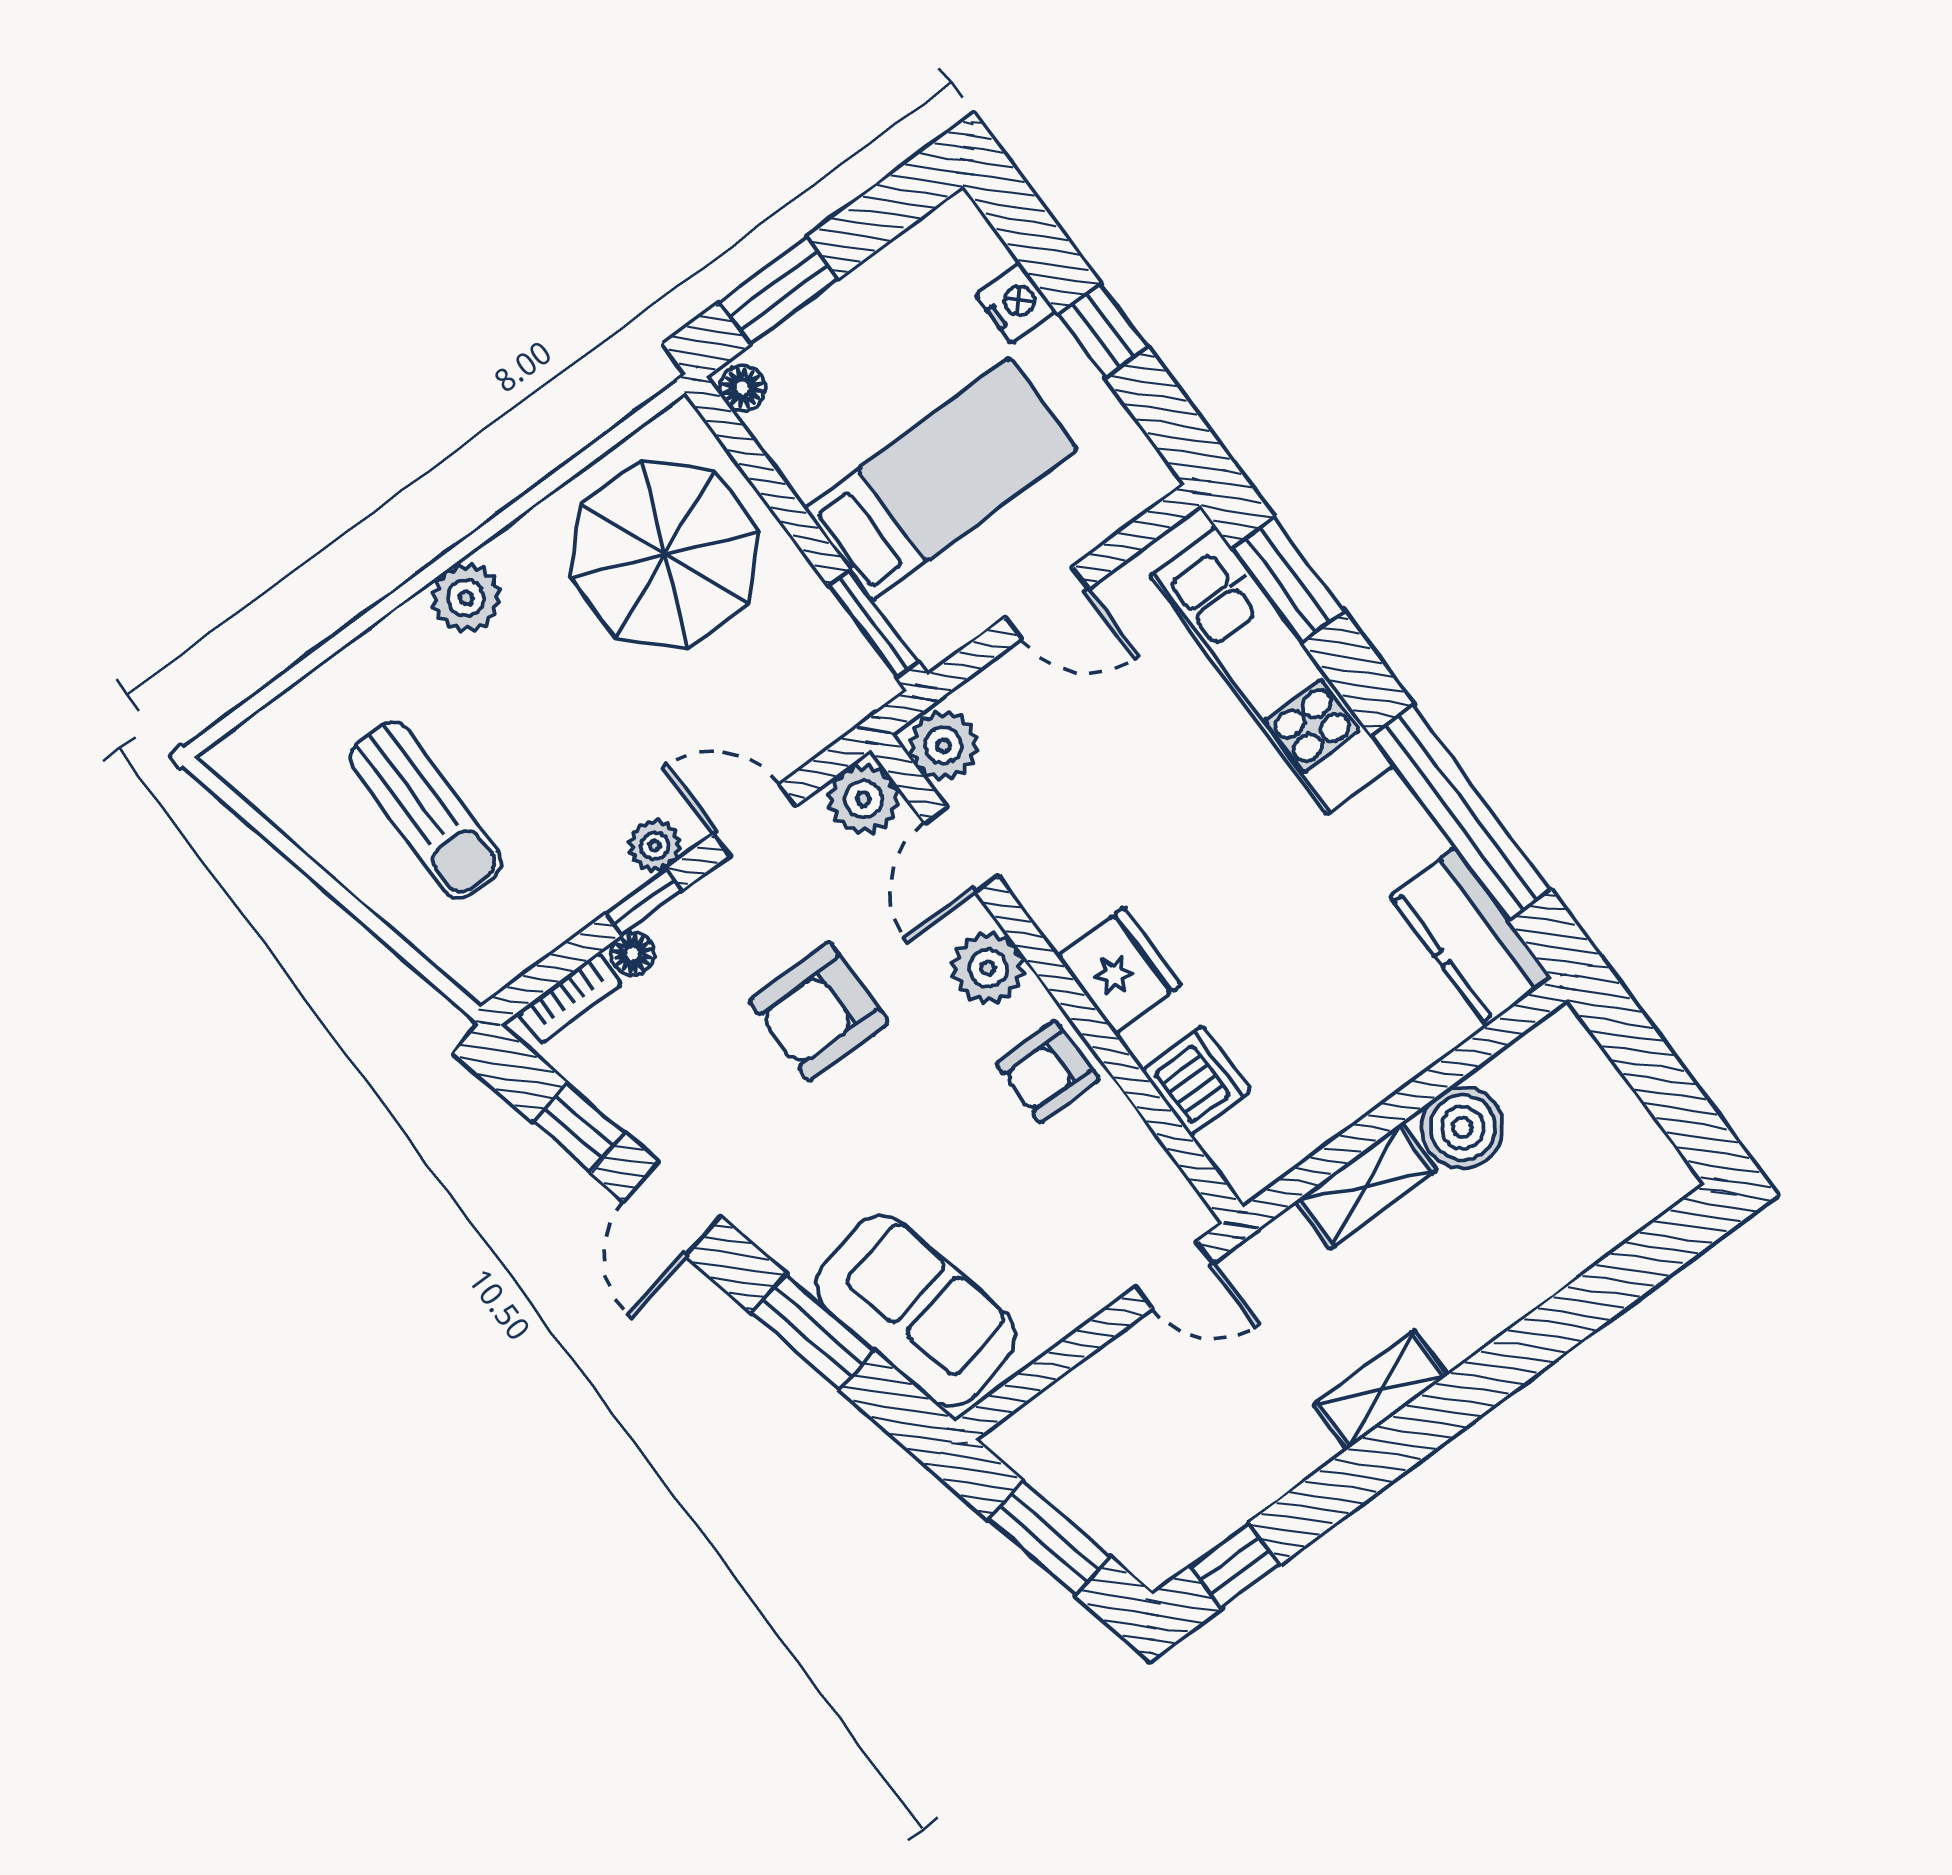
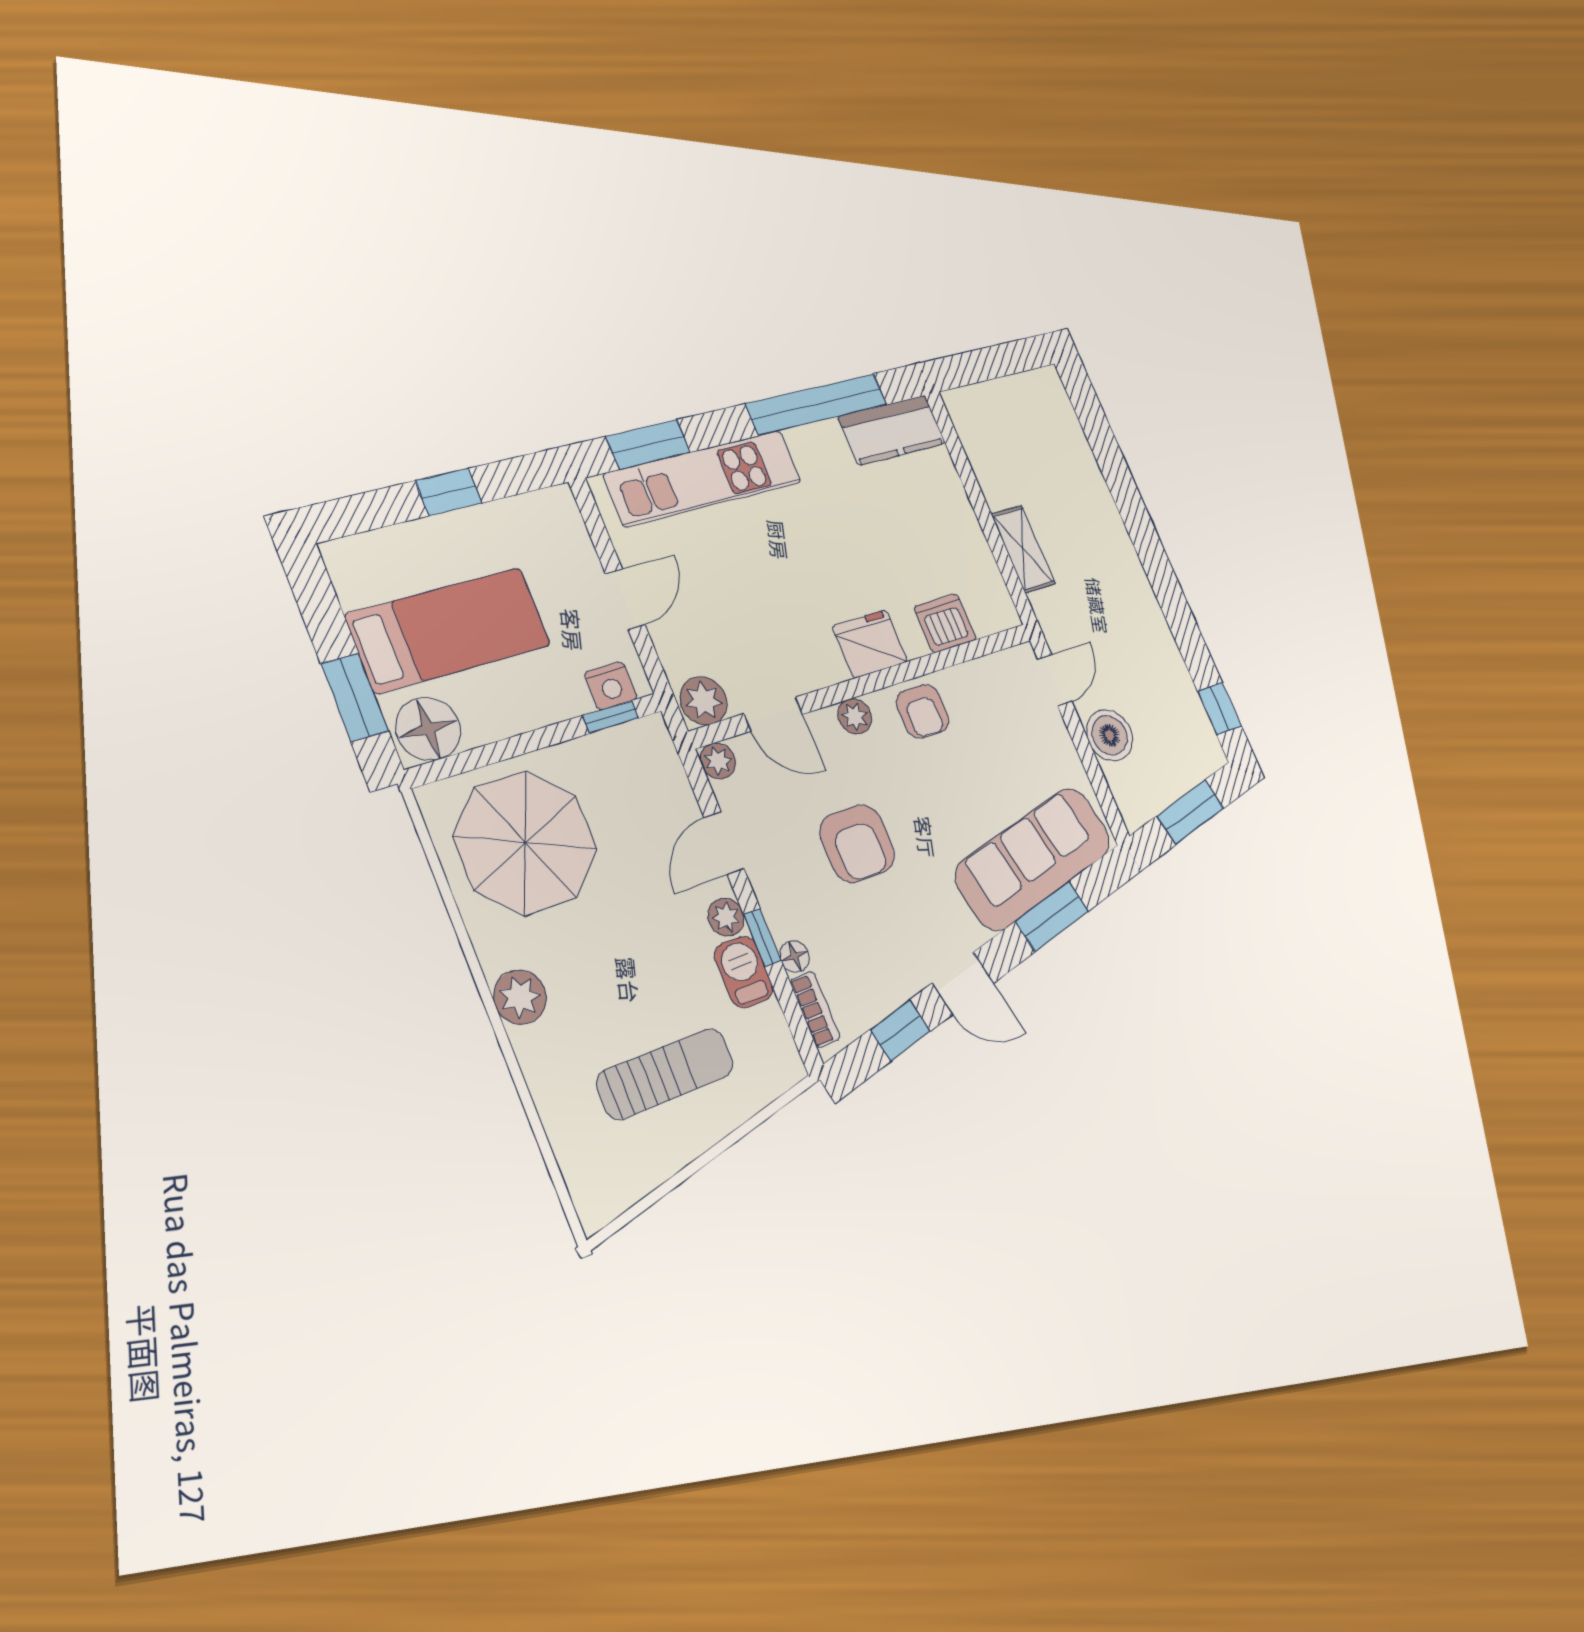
nightstand: (1016, 303) -> (611, 686), moved, turned 180
floor lamp: (743, 388) -> (428, 729), width x1.89, depth x1.89
bed: (941, 479) -> (449, 630), moved, turned 90
window: (873, 623) -> (610, 717), width x0.67
plant: (864, 799) -> (718, 761), width x0.73, depth x0.73
barbecue: (589, 886) -> (744, 972), added
plant: (988, 968) -> (855, 716), width x0.73, depth x0.73
boiler: (1463, 1128) -> (1110, 735), moved
sofa: (916, 1311) -> (1034, 858), width x1.36
shelving: (1381, 1390) -> (1137, 587), removed

